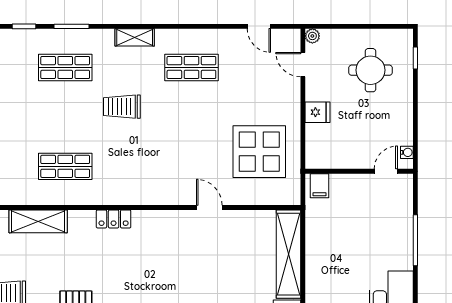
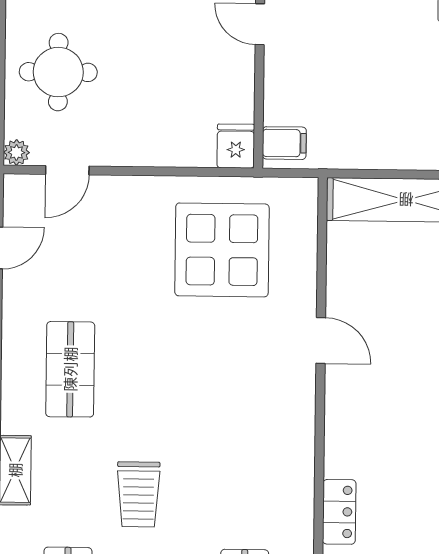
round table: (370, 70) -> (58, 72), moved
fridge: (317, 112) -> (236, 146), moved
door: (209, 208) -> (321, 341), swing flipped

